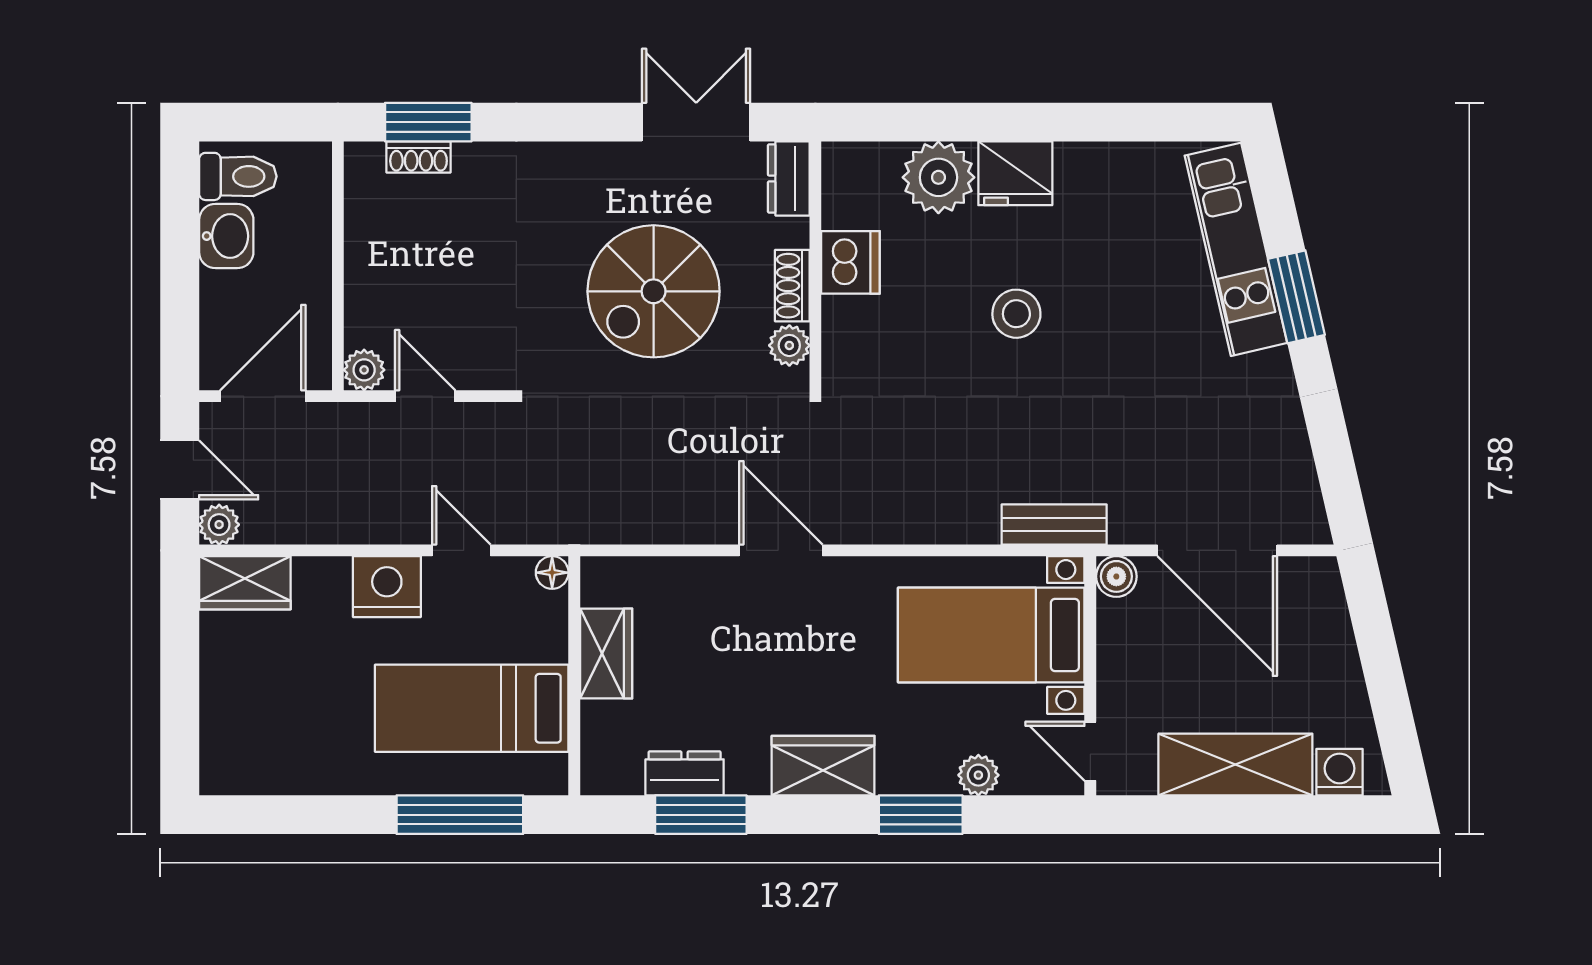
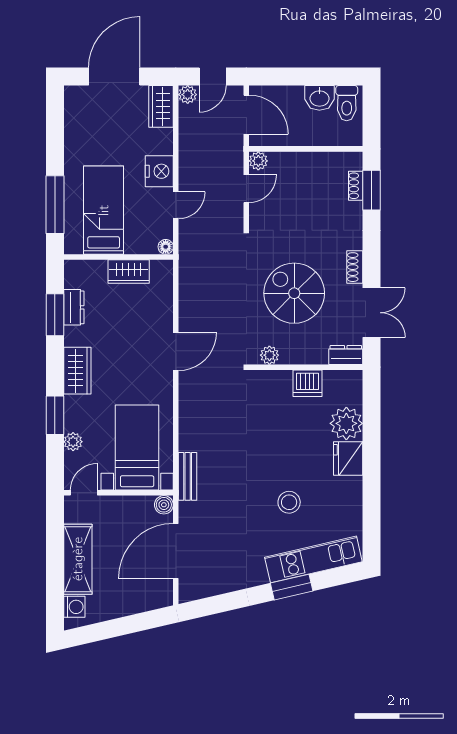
shoe rack: (792, 286) -> (355, 267), moved, turned -90
stool: (1016, 314) -> (289, 502), moved
door: (180, 685) -> (114, 77), added

